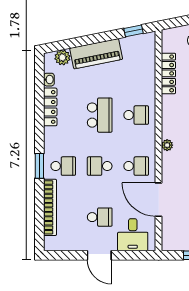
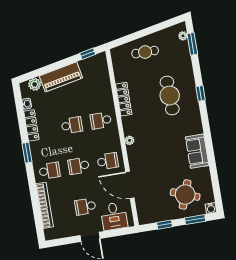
locker: (168, 73) -> (124, 99), moved
school desk: (100, 115) -> (72, 125), width x0.54
school desk: (136, 115) -> (101, 120), turned 180
window: (39, 166) -> (27, 153), moved
school desk: (100, 217) -> (85, 207), turned 180

